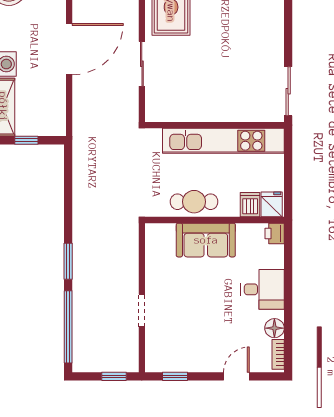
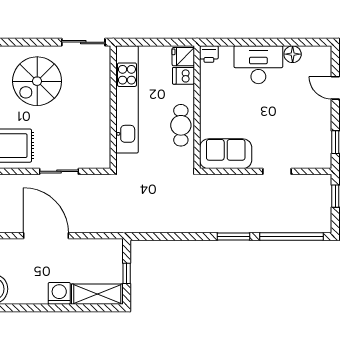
spiral stairs: (244, 39) -> (37, 81), added
sofa: (206, 240) -> (226, 154), moved, turned -90
desk: (263, 289) -> (258, 65), width x1.37
bookcase: (278, 354) -> (316, 51), removed

